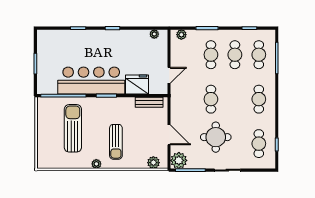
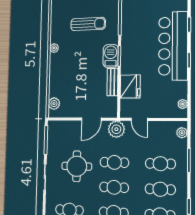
bar counter: (91, 81) -> (173, 46), moved, turned 180
cafe table: (235, 99) -> (114, 187), added
bench: (149, 102) -> (112, 82), moved
barbecue: (106, 105) -> (111, 56), added
sun lounger: (73, 128) -> (88, 24), width x0.73, depth x0.75
door: (169, 135) -> (91, 119), moved
sun lounger: (116, 142) -> (74, 66), removed
plant: (179, 160) -> (116, 129), moved

